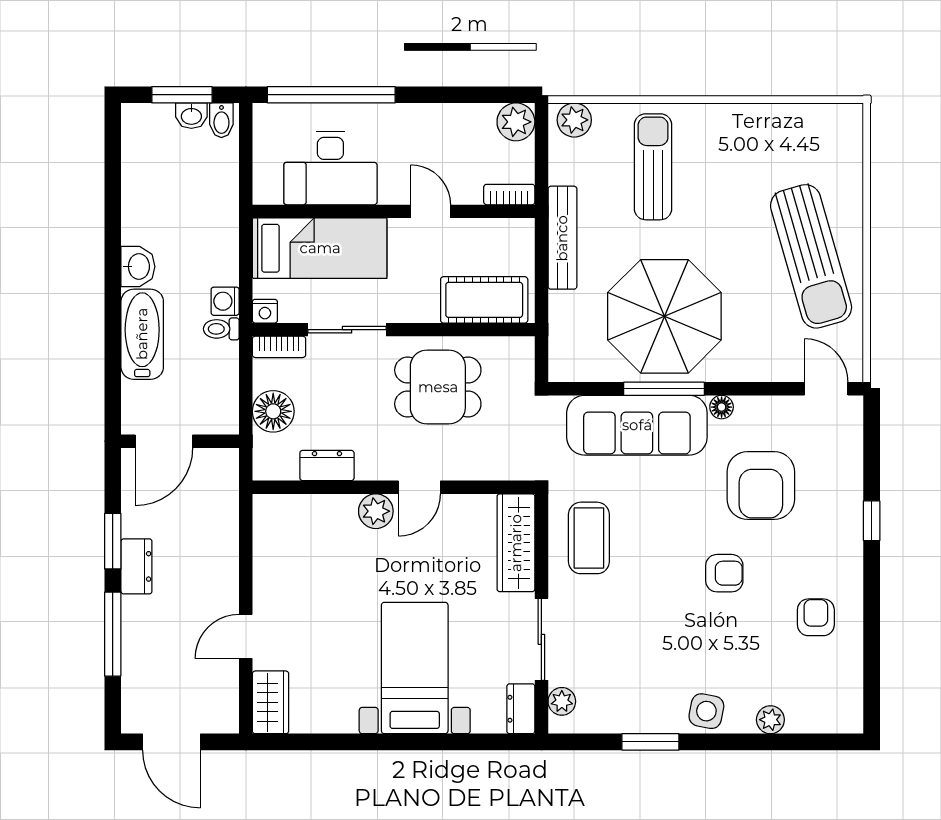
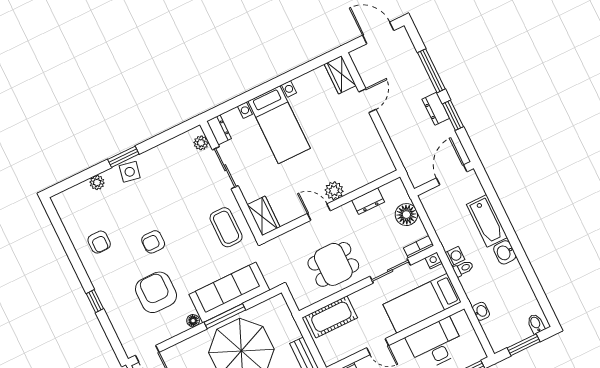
washbasin: (191, 116) -> (481, 311), moved, turned 90
bidet: (221, 120) -> (536, 324), moved
toilet: (221, 329) -> (463, 268), moved
door: (419, 487) -> (319, 212), hinge flipped
wardrobe: (516, 543) -> (264, 216), width x0.67
window: (650, 742) -> (123, 157), moved

